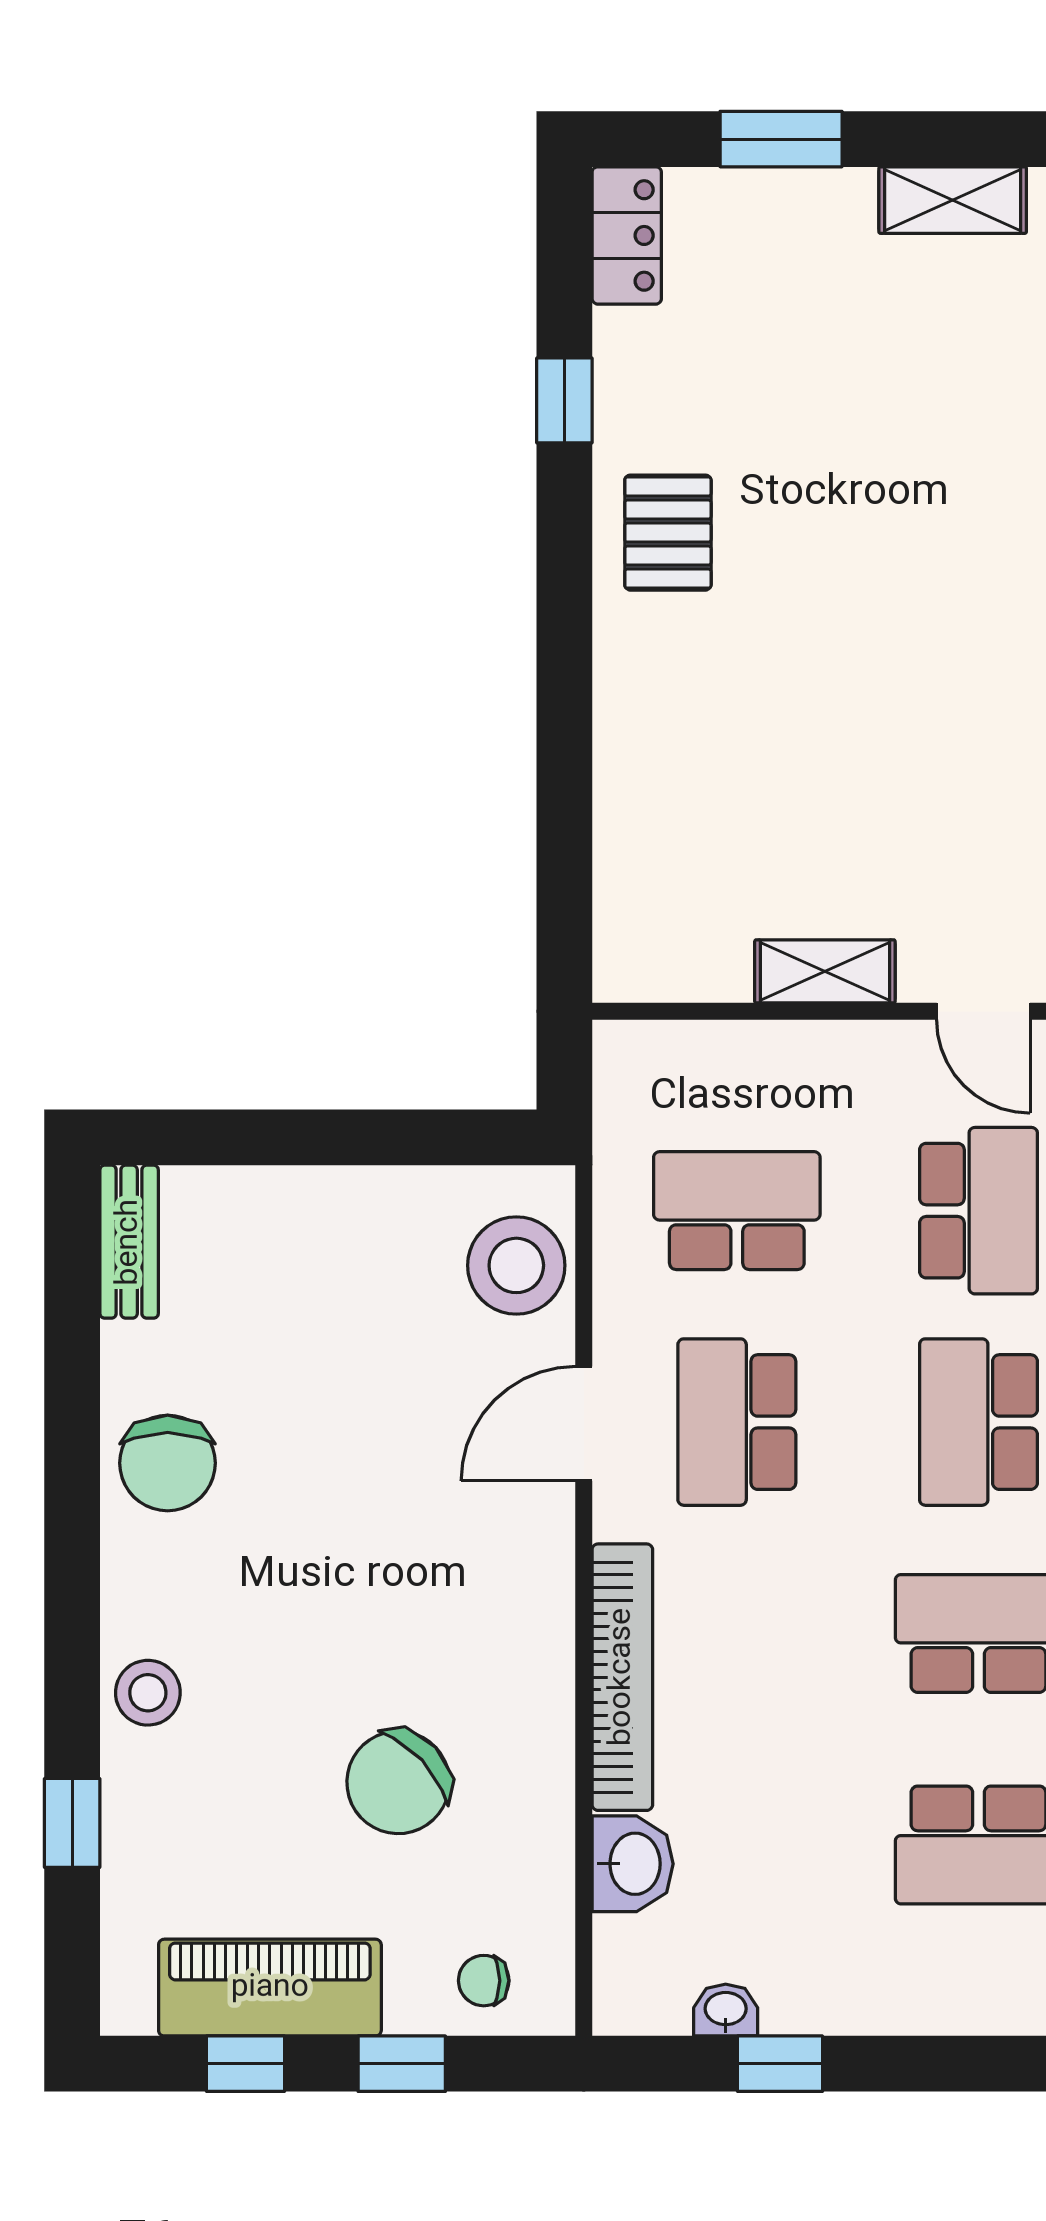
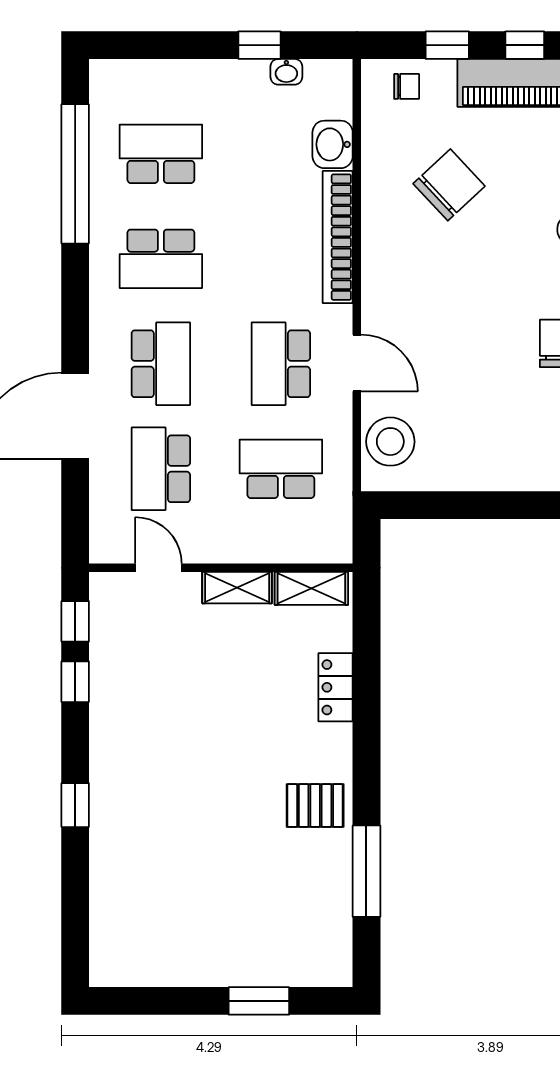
shelving: (953, 200) -> (311, 588), moved
locker: (627, 235) -> (335, 687), moved
window: (564, 400) -> (366, 871), width x2.17
pallet: (668, 533) -> (315, 806), turned 90
school desk: (737, 1211) -> (281, 469), turned 180
school desk: (737, 1422) -> (281, 364), turned 180
door: (584, 1424) -> (357, 363), hinge flipped

